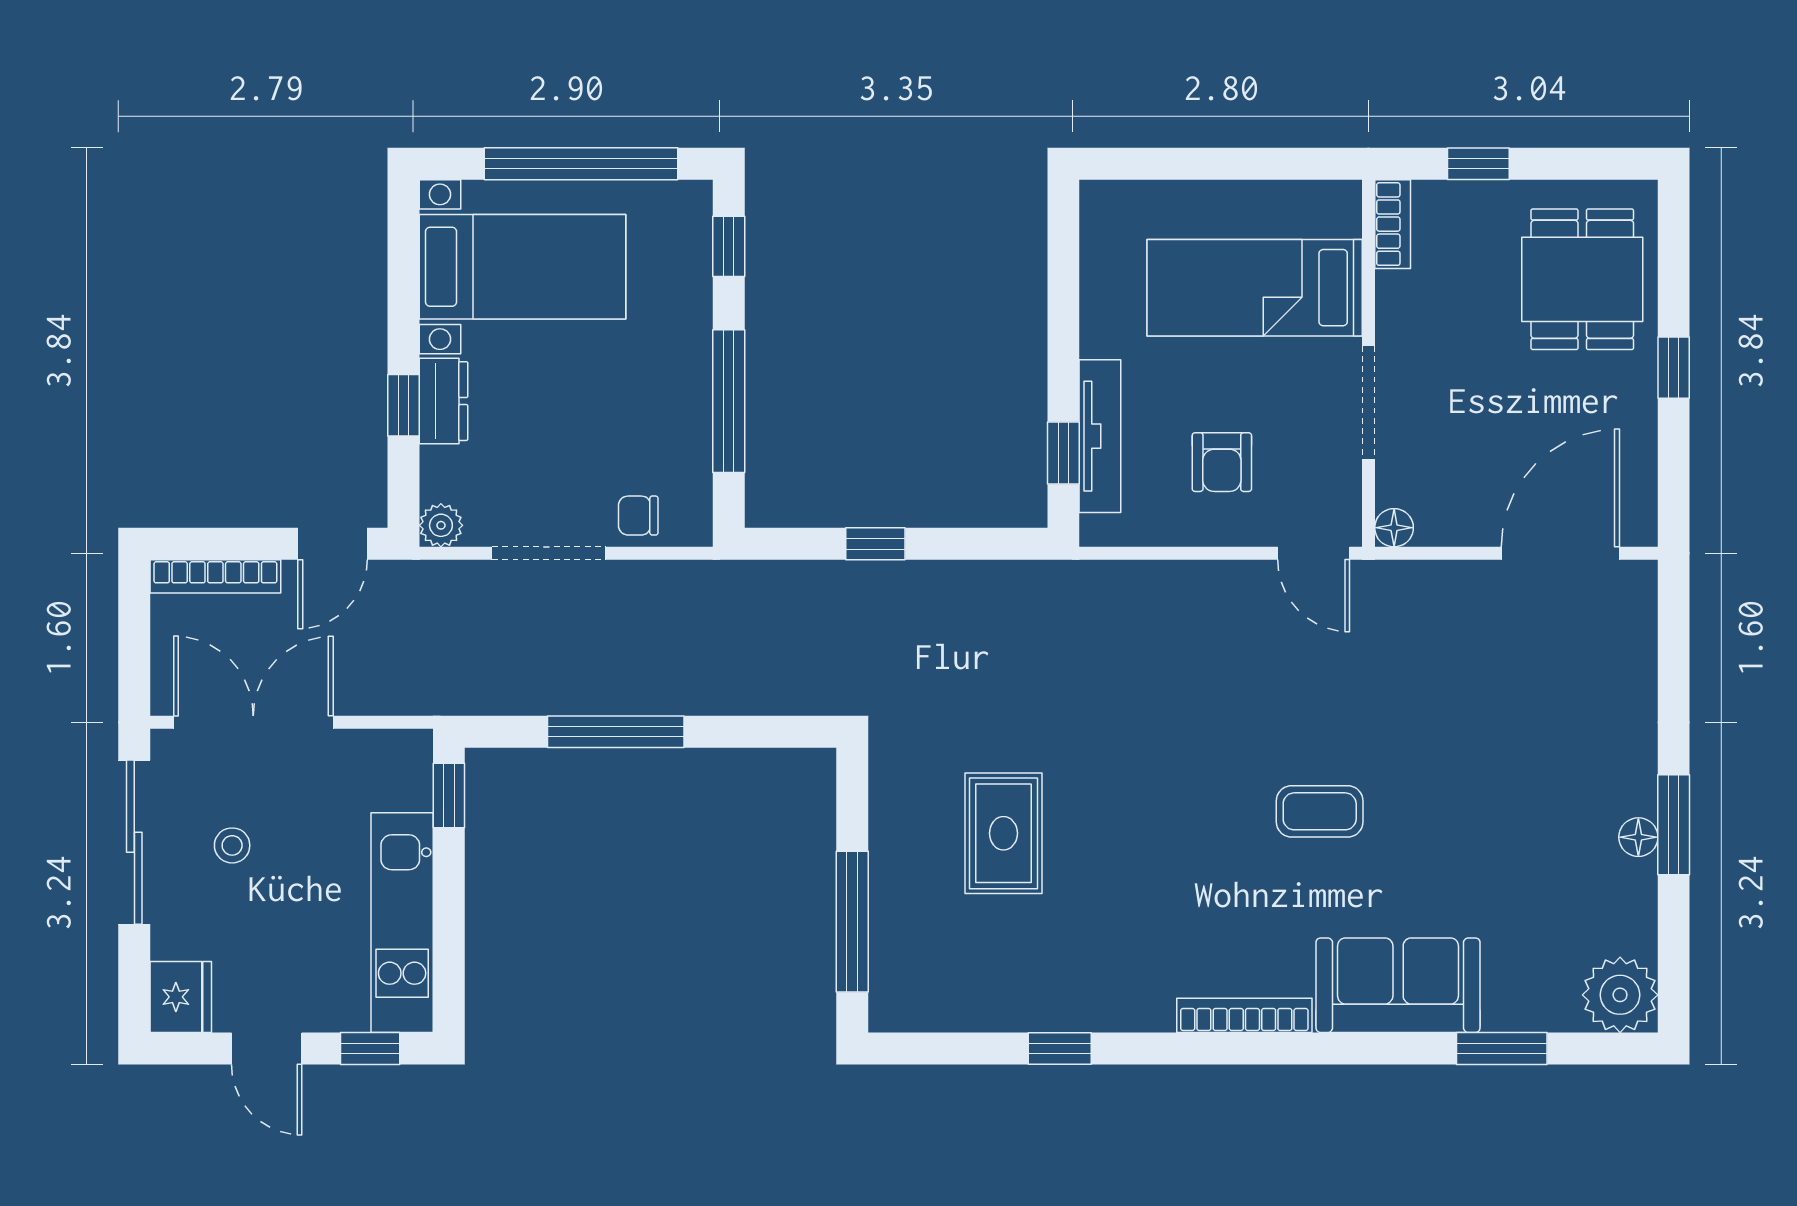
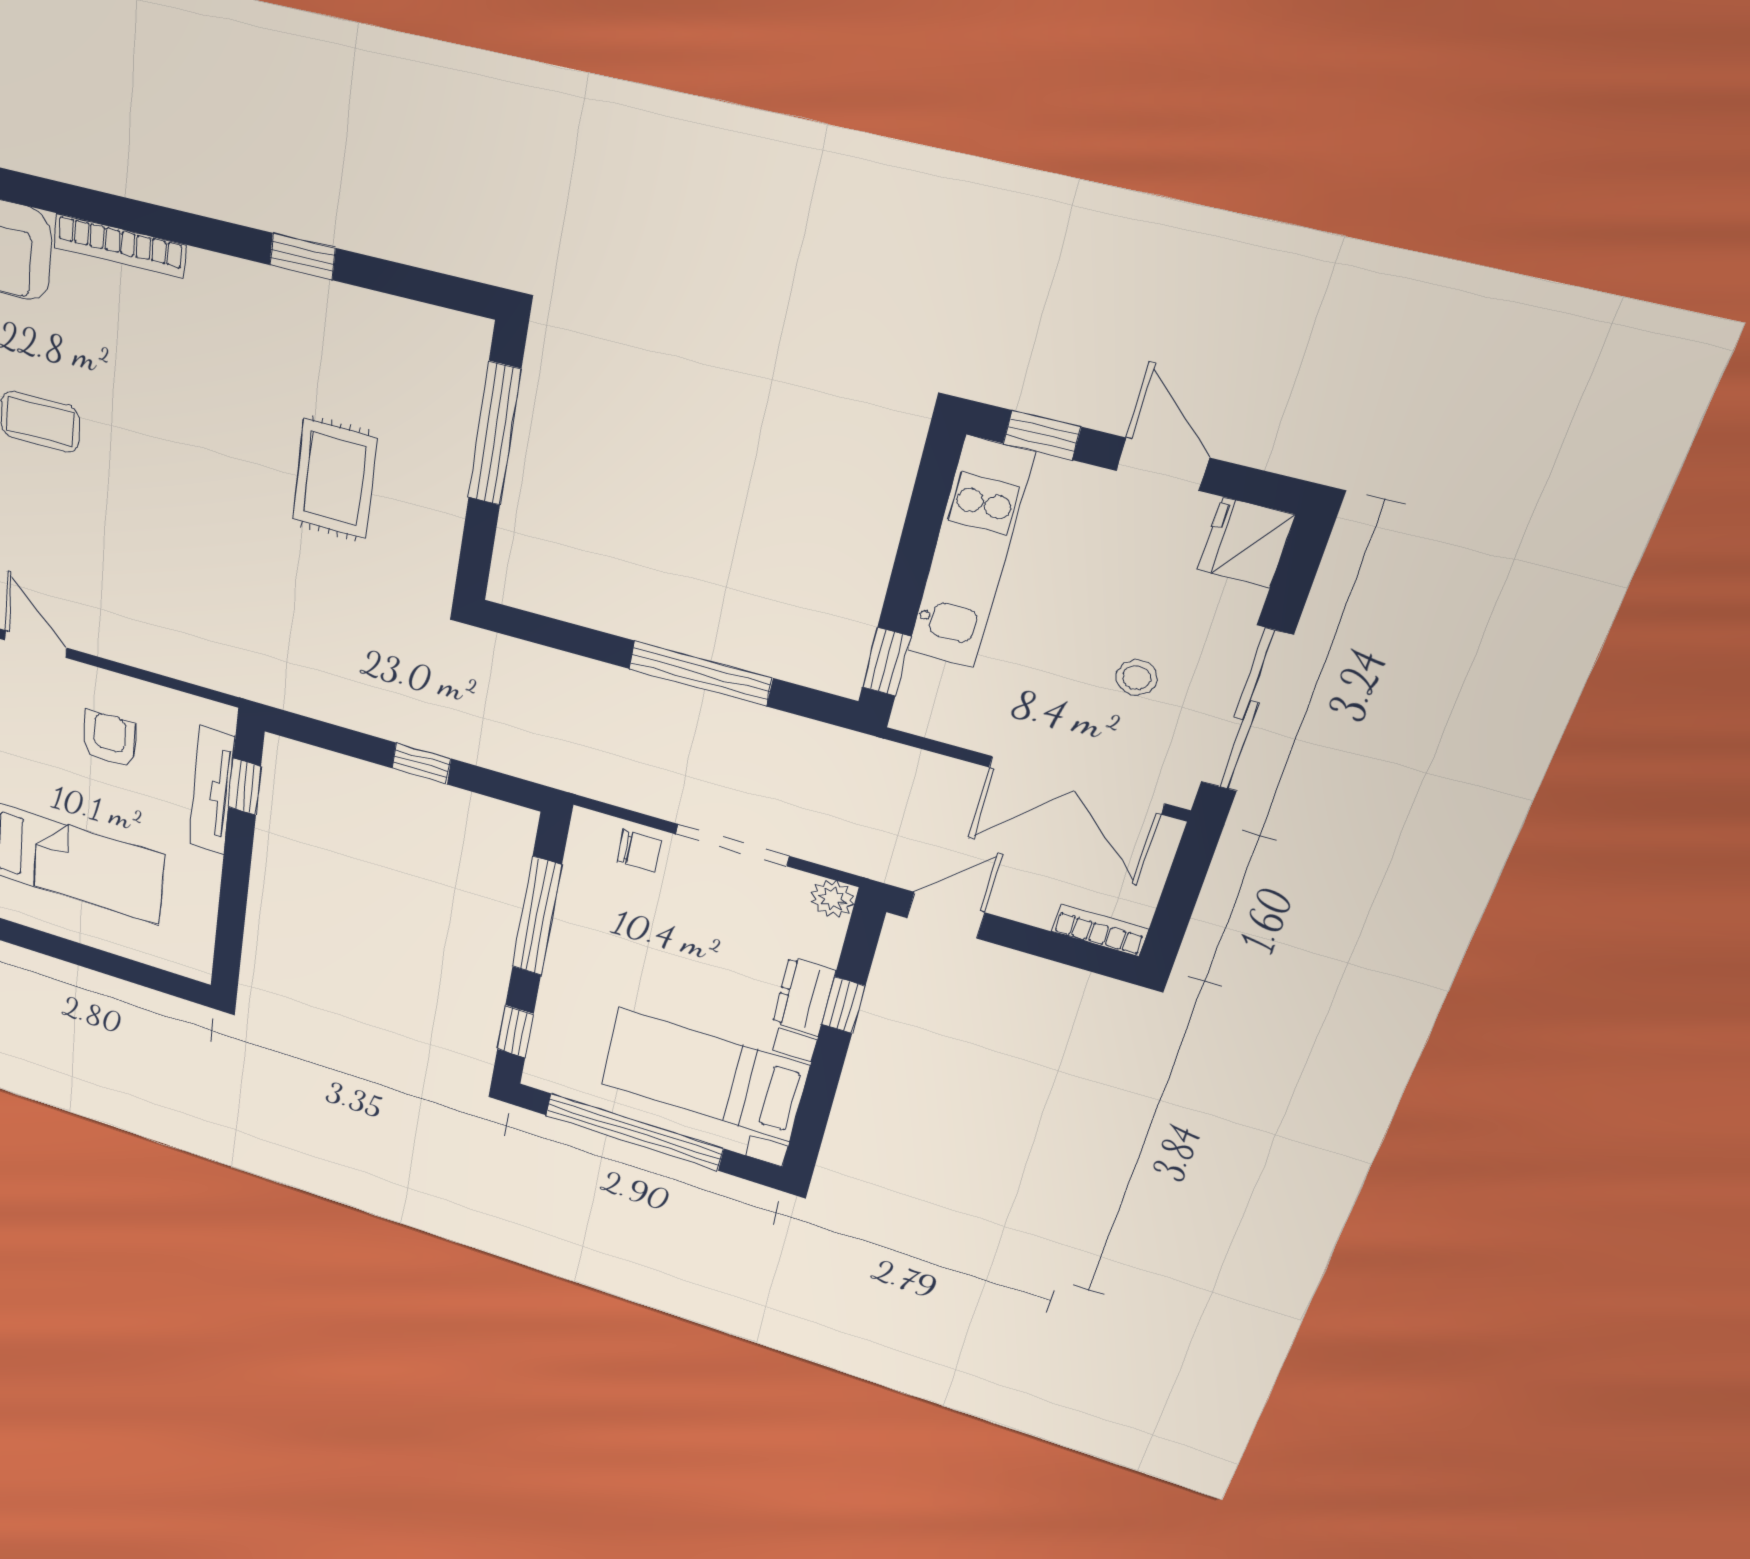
bookcase: (215, 576) -> (1100, 930), width x0.64

